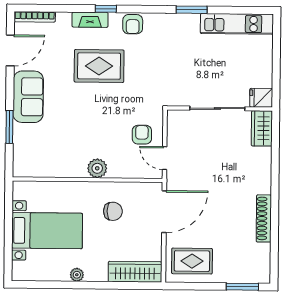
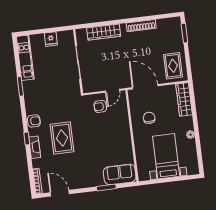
sofa: (28, 97) -> (120, 174), moved
fridge: (261, 98) -> (51, 39), moved
wardrobe: (262, 128) -> (104, 32), moved, width x1.50
plant: (97, 168) -> (124, 131), removed

